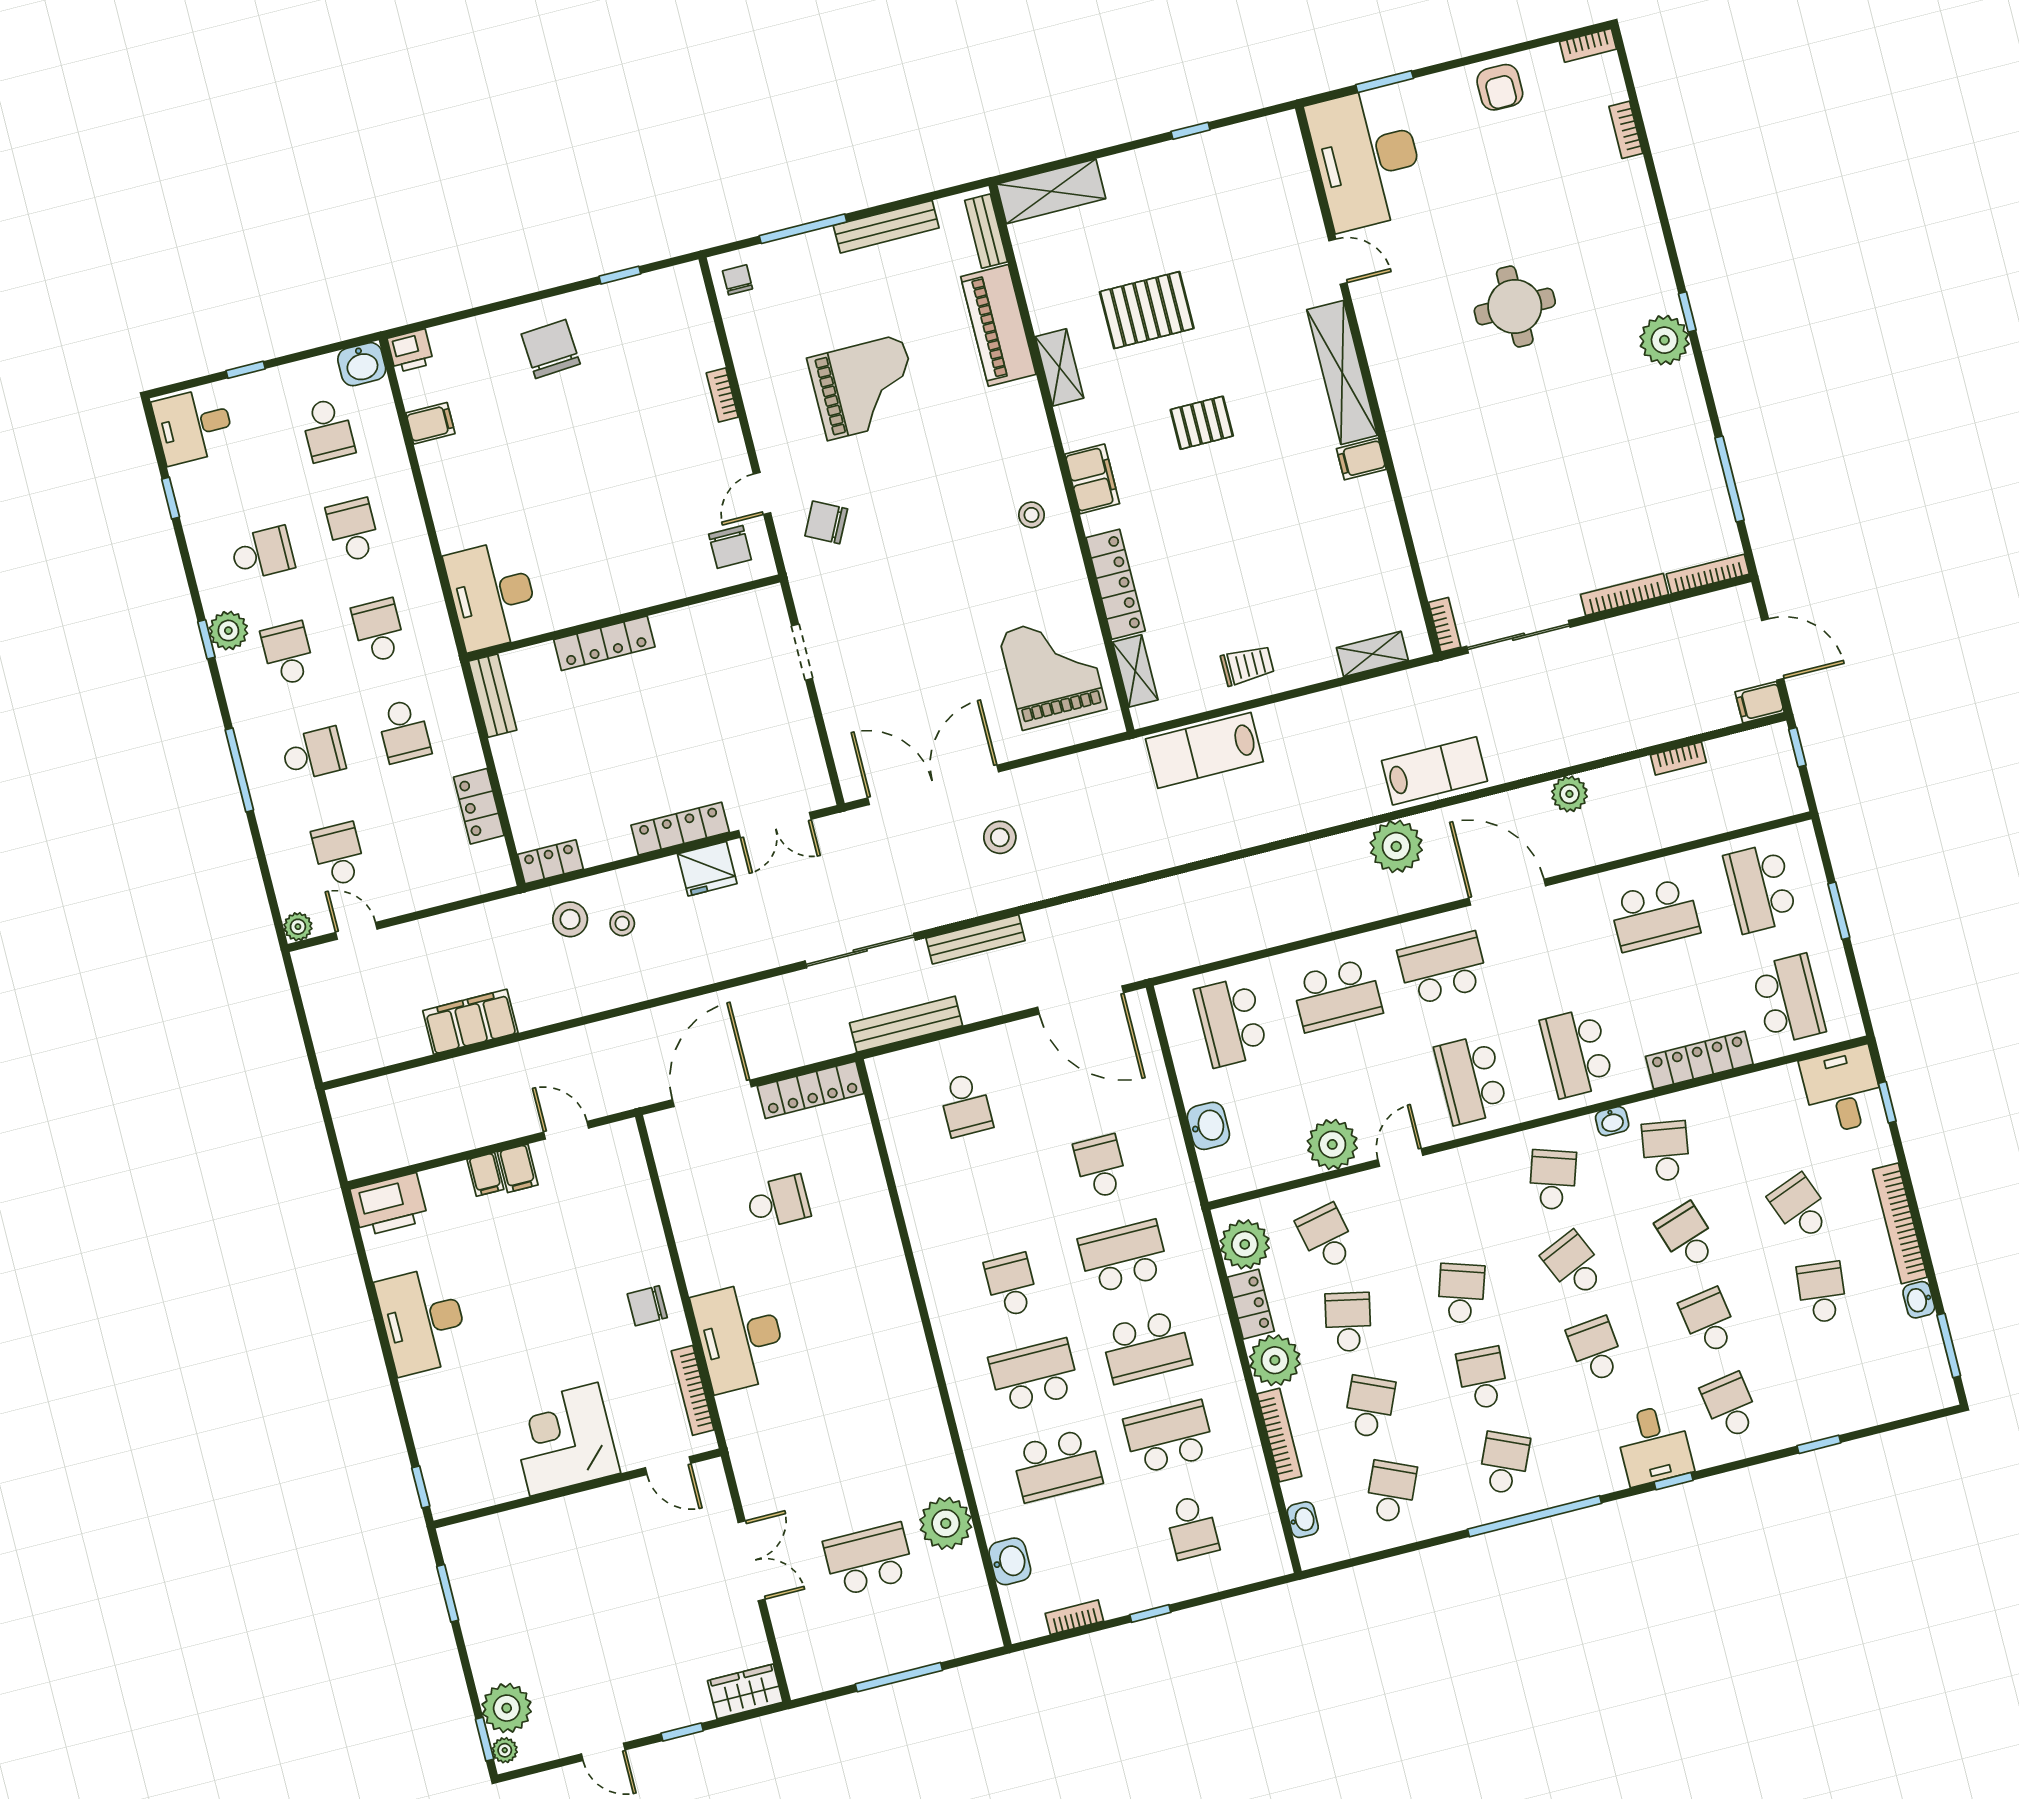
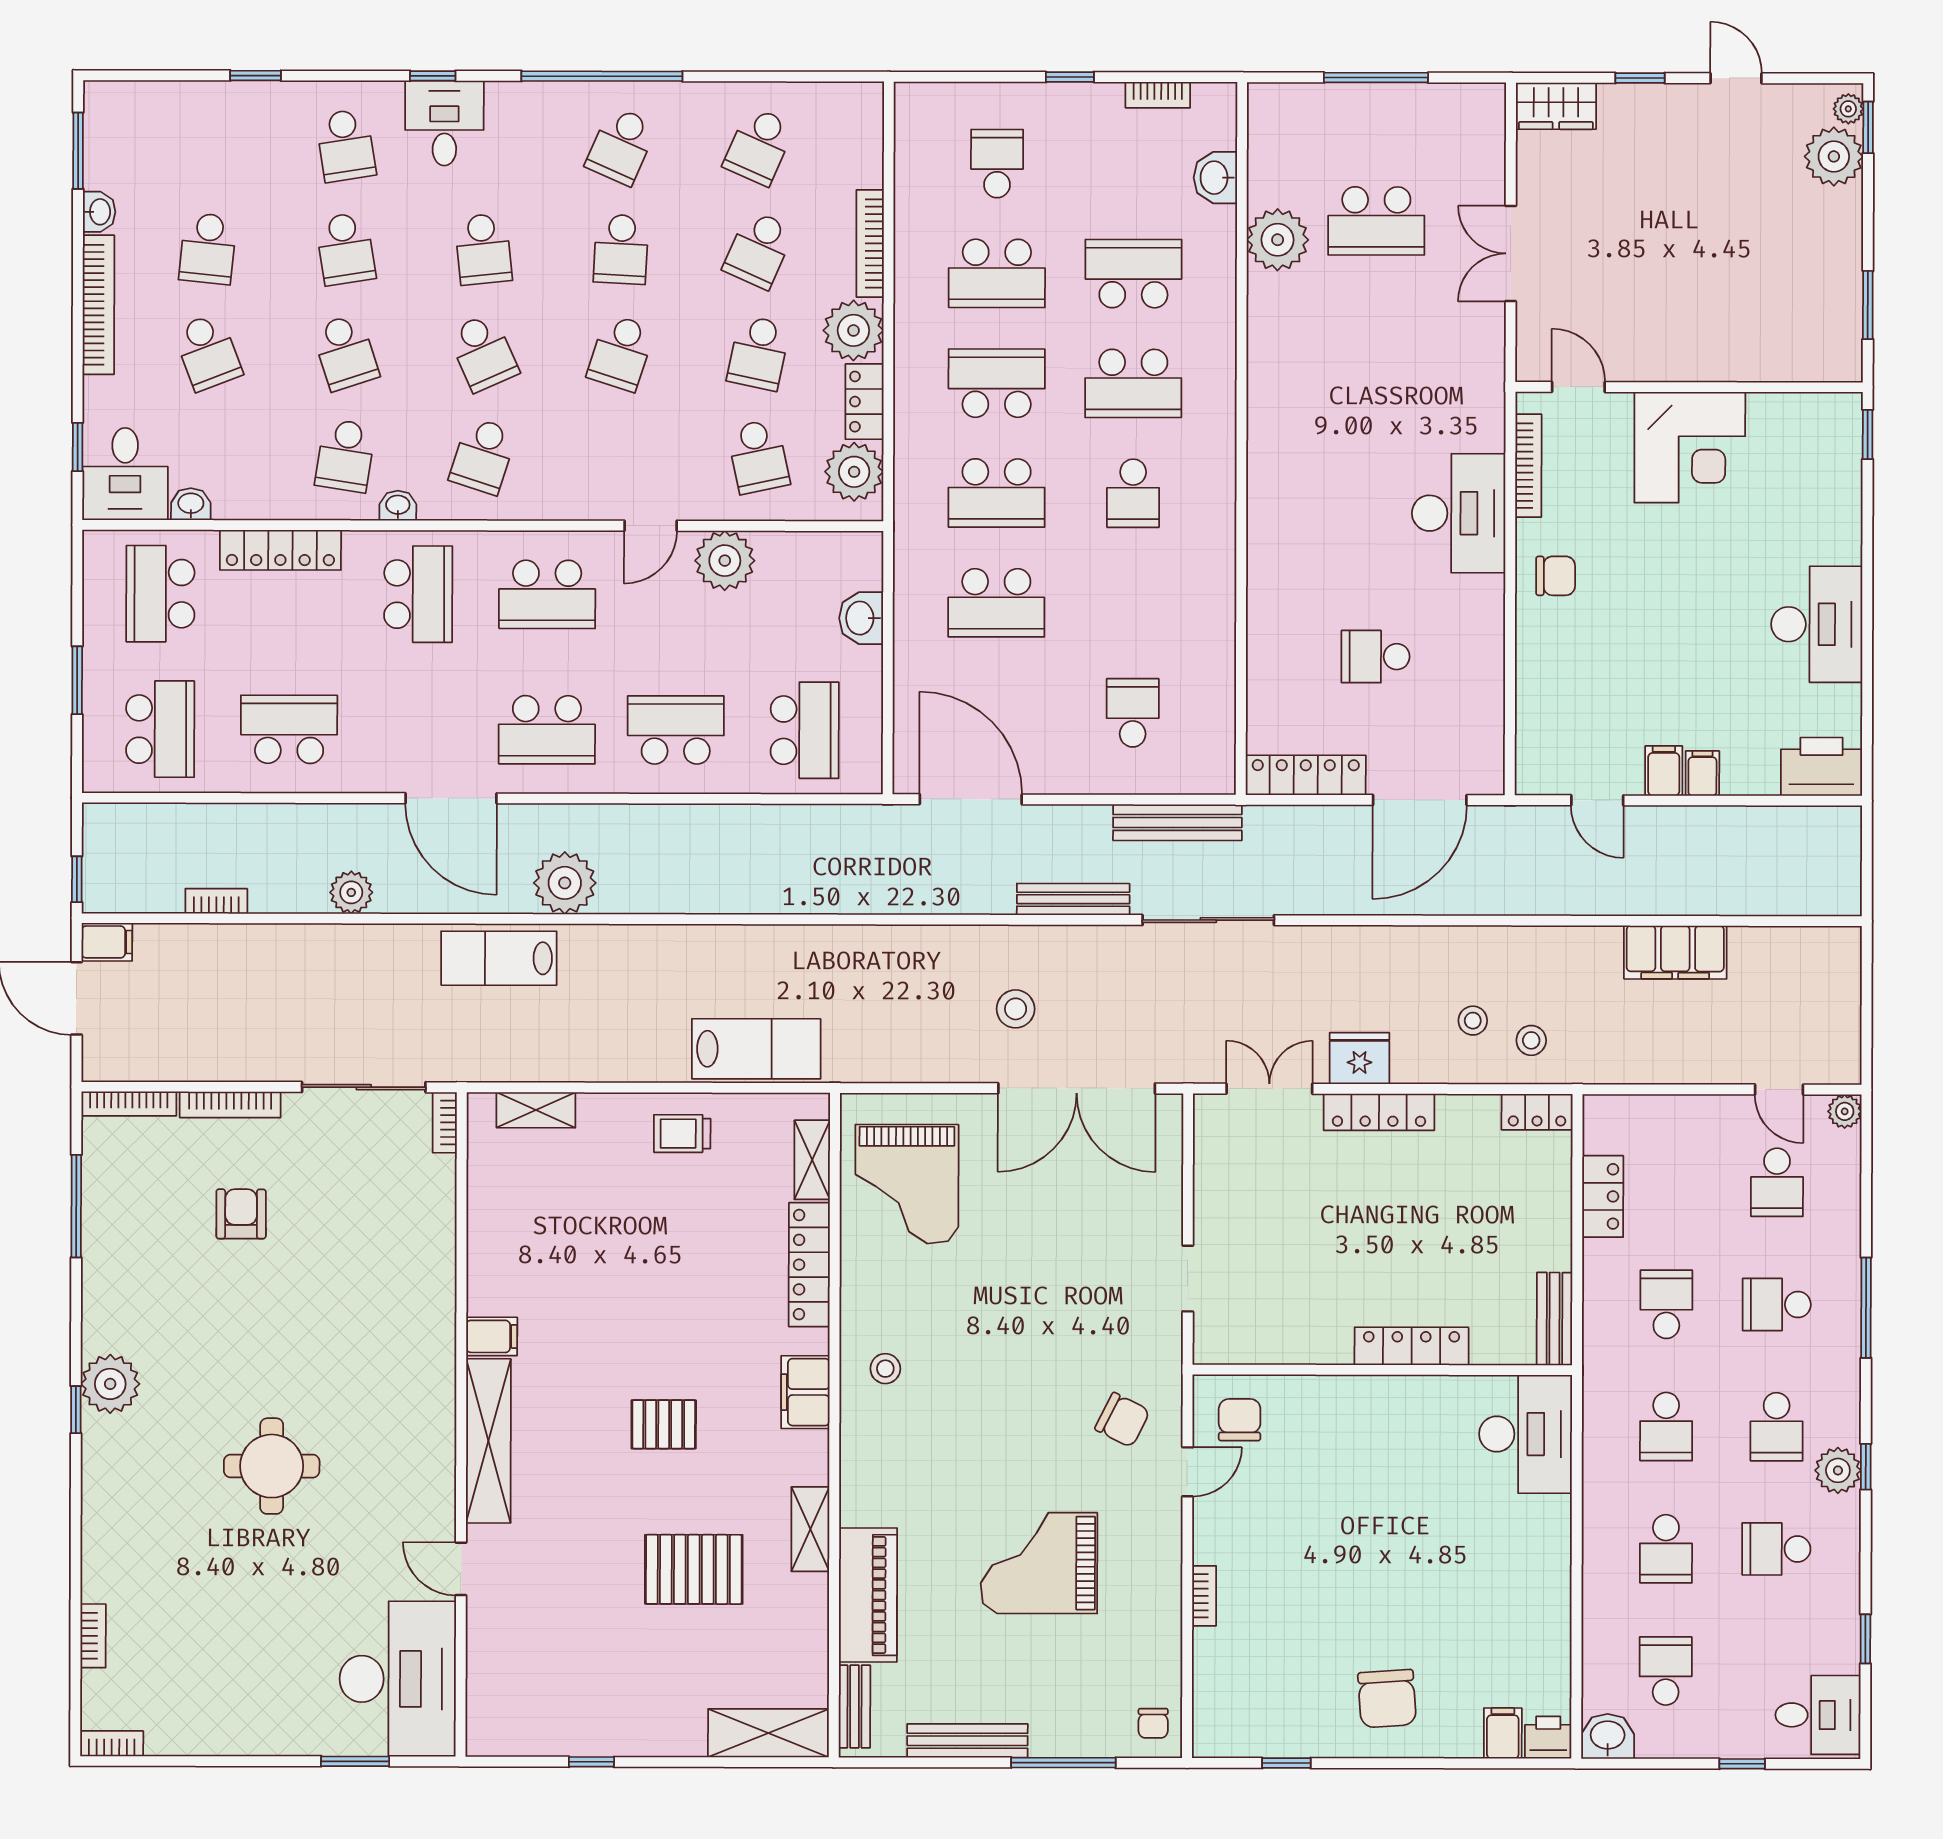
armchair: (1500, 87) -> (241, 1214), moved
filing cabinet: (430, 423) -> (1503, 1733), moved, turned 90
stool: (570, 919) -> (1531, 1040), width x0.73, depth x0.73
school desk: (1471, 1080) -> (547, 594), turned 90
school desk: (1101, 1167) -> (996, 603), width x1.85
washbasin: (1303, 1520) -> (191, 504), moved, turned 90

